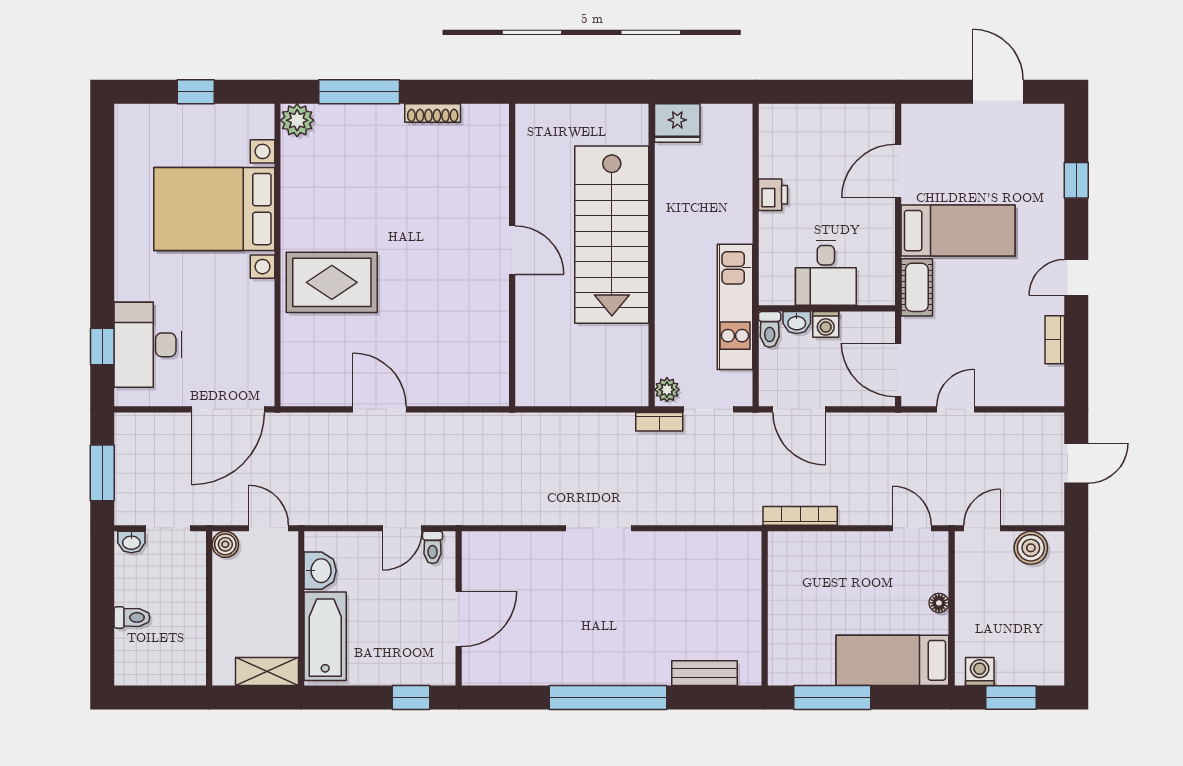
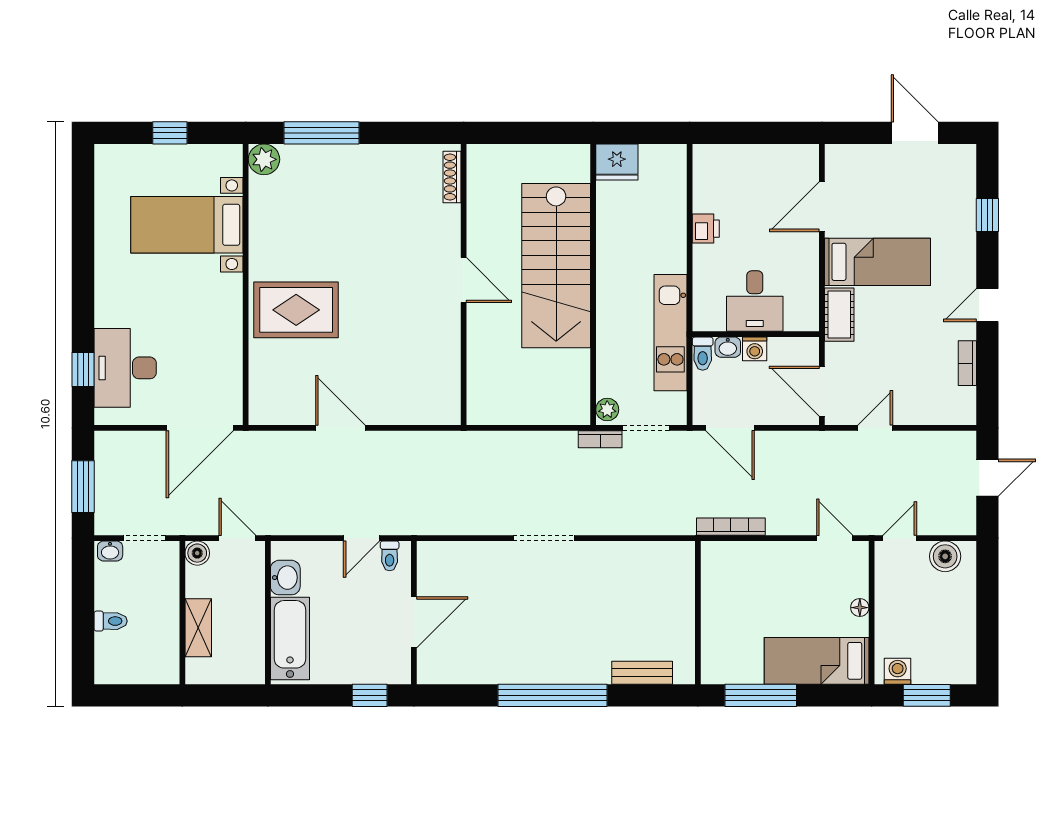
shoe rack: (433, 113) -> (452, 177), moved, turned 90
bed with nightstands: (214, 209) -> (187, 225), width x0.73
shelving: (267, 671) -> (198, 628), moved, turned 90

